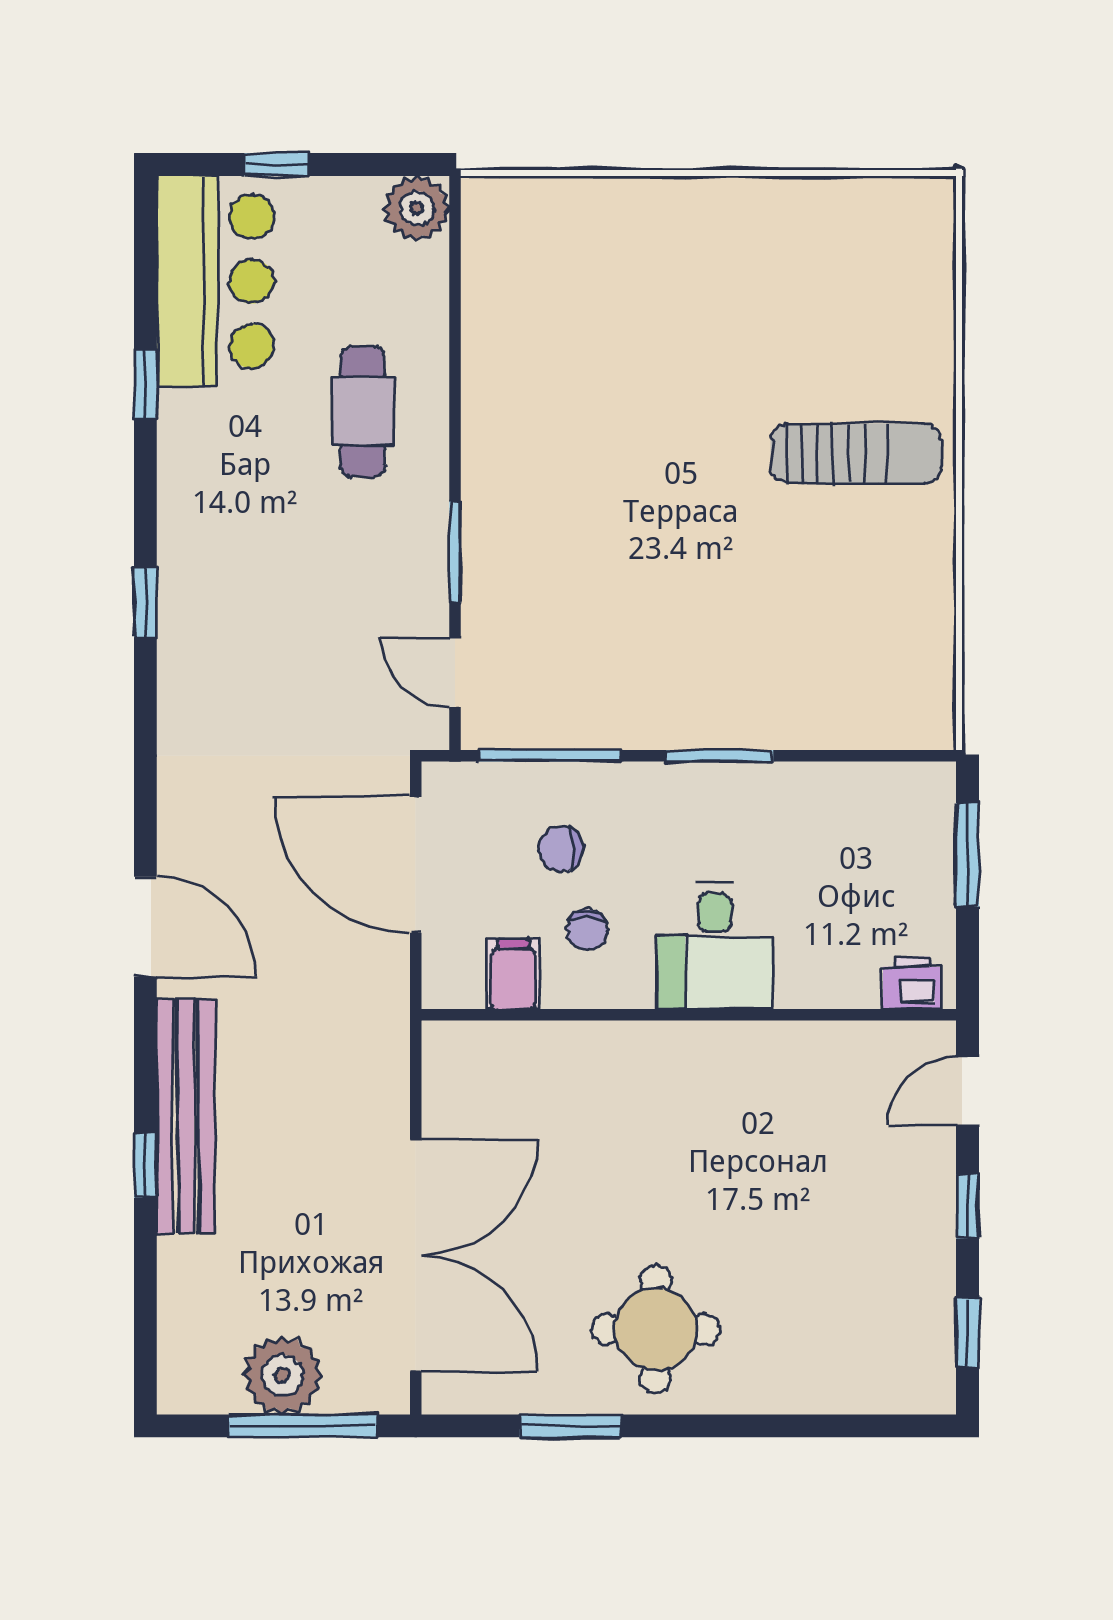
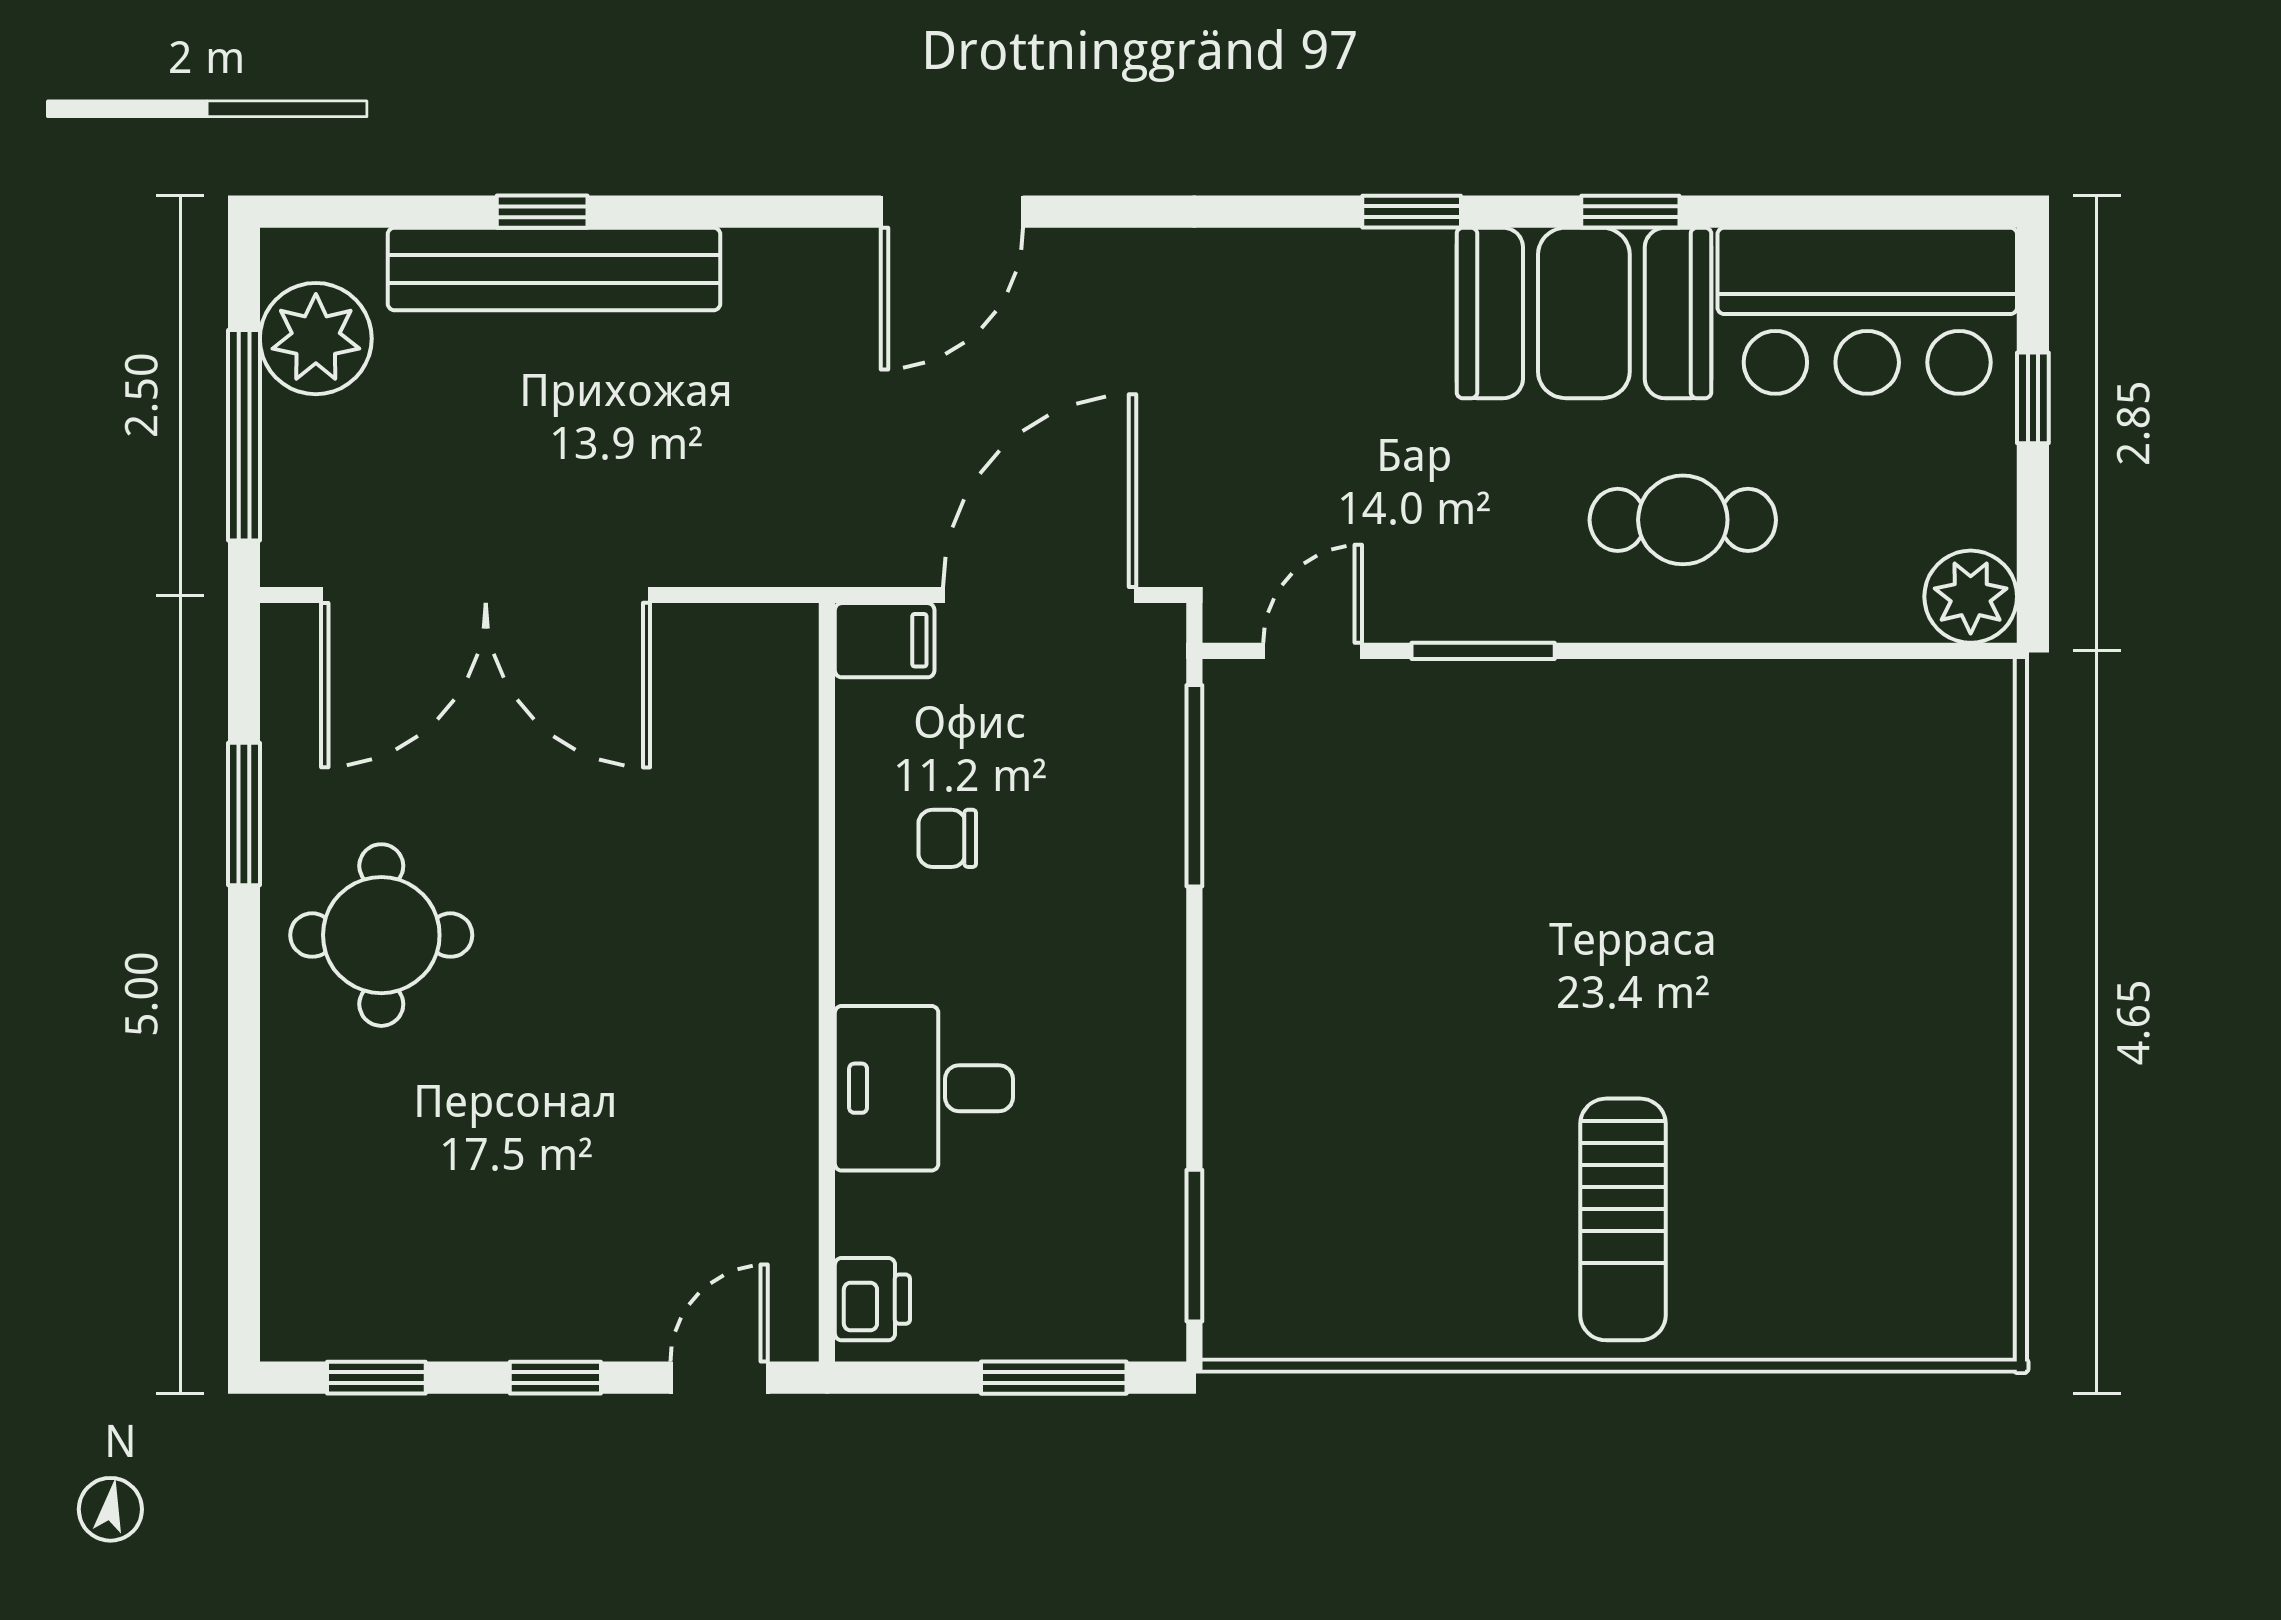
window: (145, 384) -> (1630, 212), moved
booth: (217, 481) -> (1584, 313), added
window: (720, 756) -> (1194, 1246), moved
chair: (561, 849) -> (1062, 800), removed
desk: (715, 946) -> (924, 1088), moved
filing cabinet: (513, 974) -> (885, 640), moved
door: (968, 1091) -> (719, 1378), hinge flipped
bench: (186, 1116) -> (554, 269), moved
window: (145, 1165) -> (542, 212), moved
plant: (282, 1375) -> (316, 339), moved

